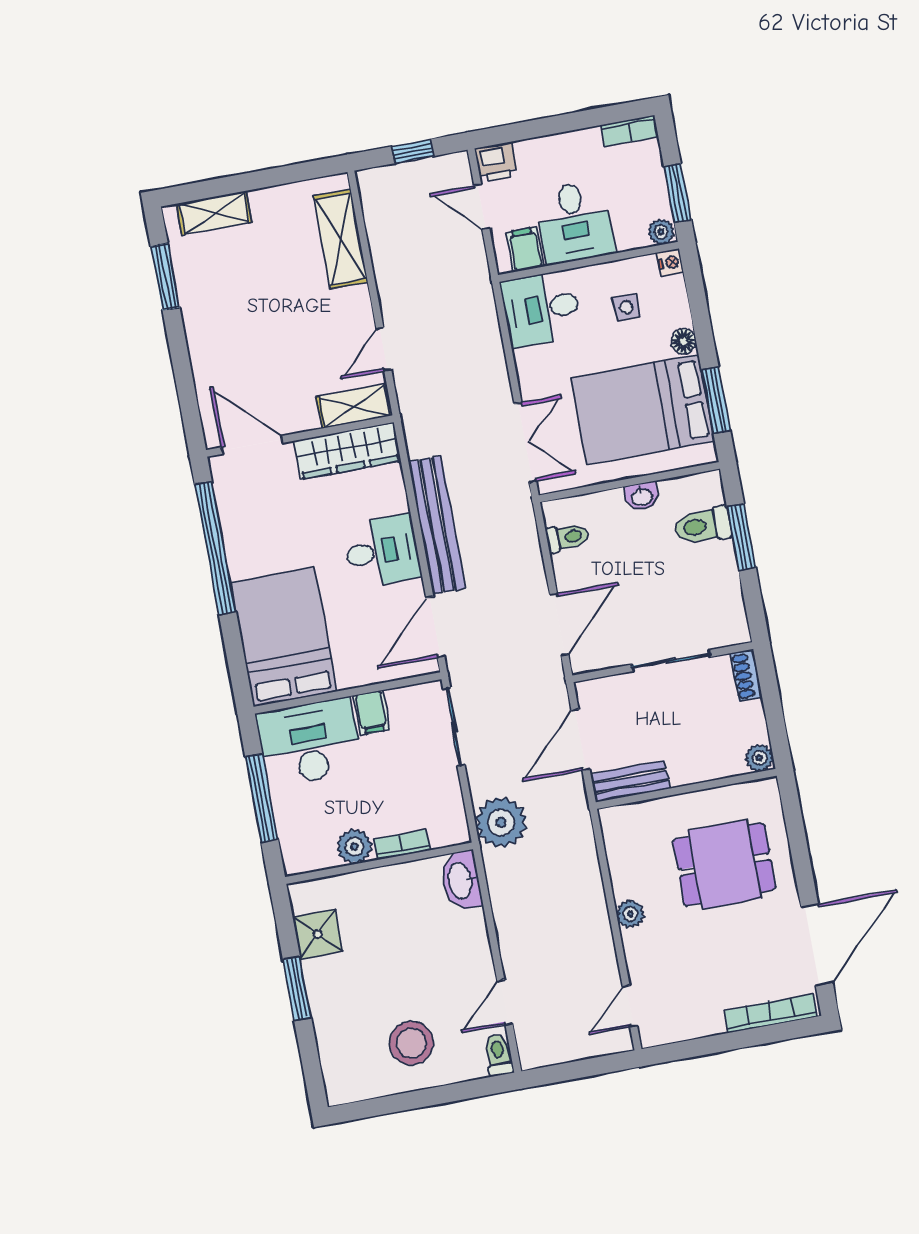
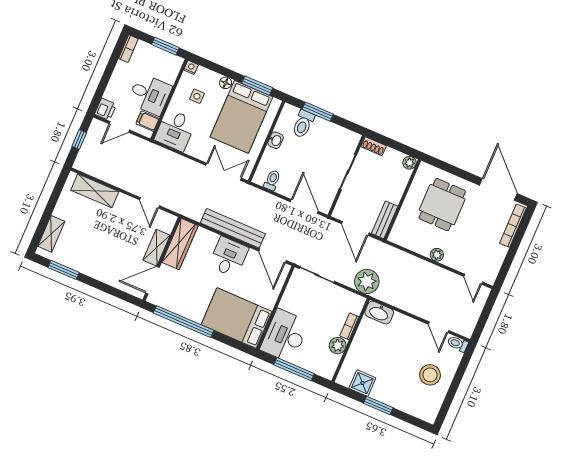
plant: (661, 232) -> (176, 63), removed
shelving: (355, 406) -> (156, 248), moved
filing cabinet: (371, 712) -> (289, 304), removed

